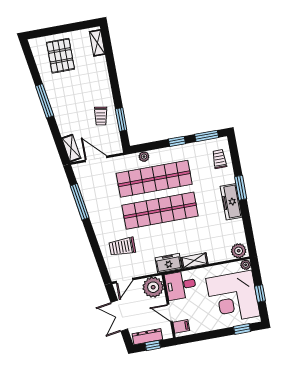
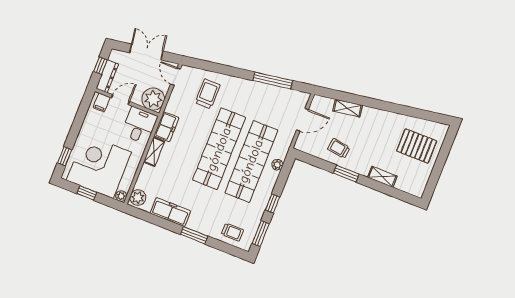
shelving: (97, 43) -> (382, 177), moved
window: (45, 101) -> (385, 106), removed
window: (121, 119) -> (346, 174), moved
shelving: (71, 148) -> (348, 108), moved
freezer: (231, 202) -> (170, 212), moved
dresser: (147, 337) -> (107, 76), moved

